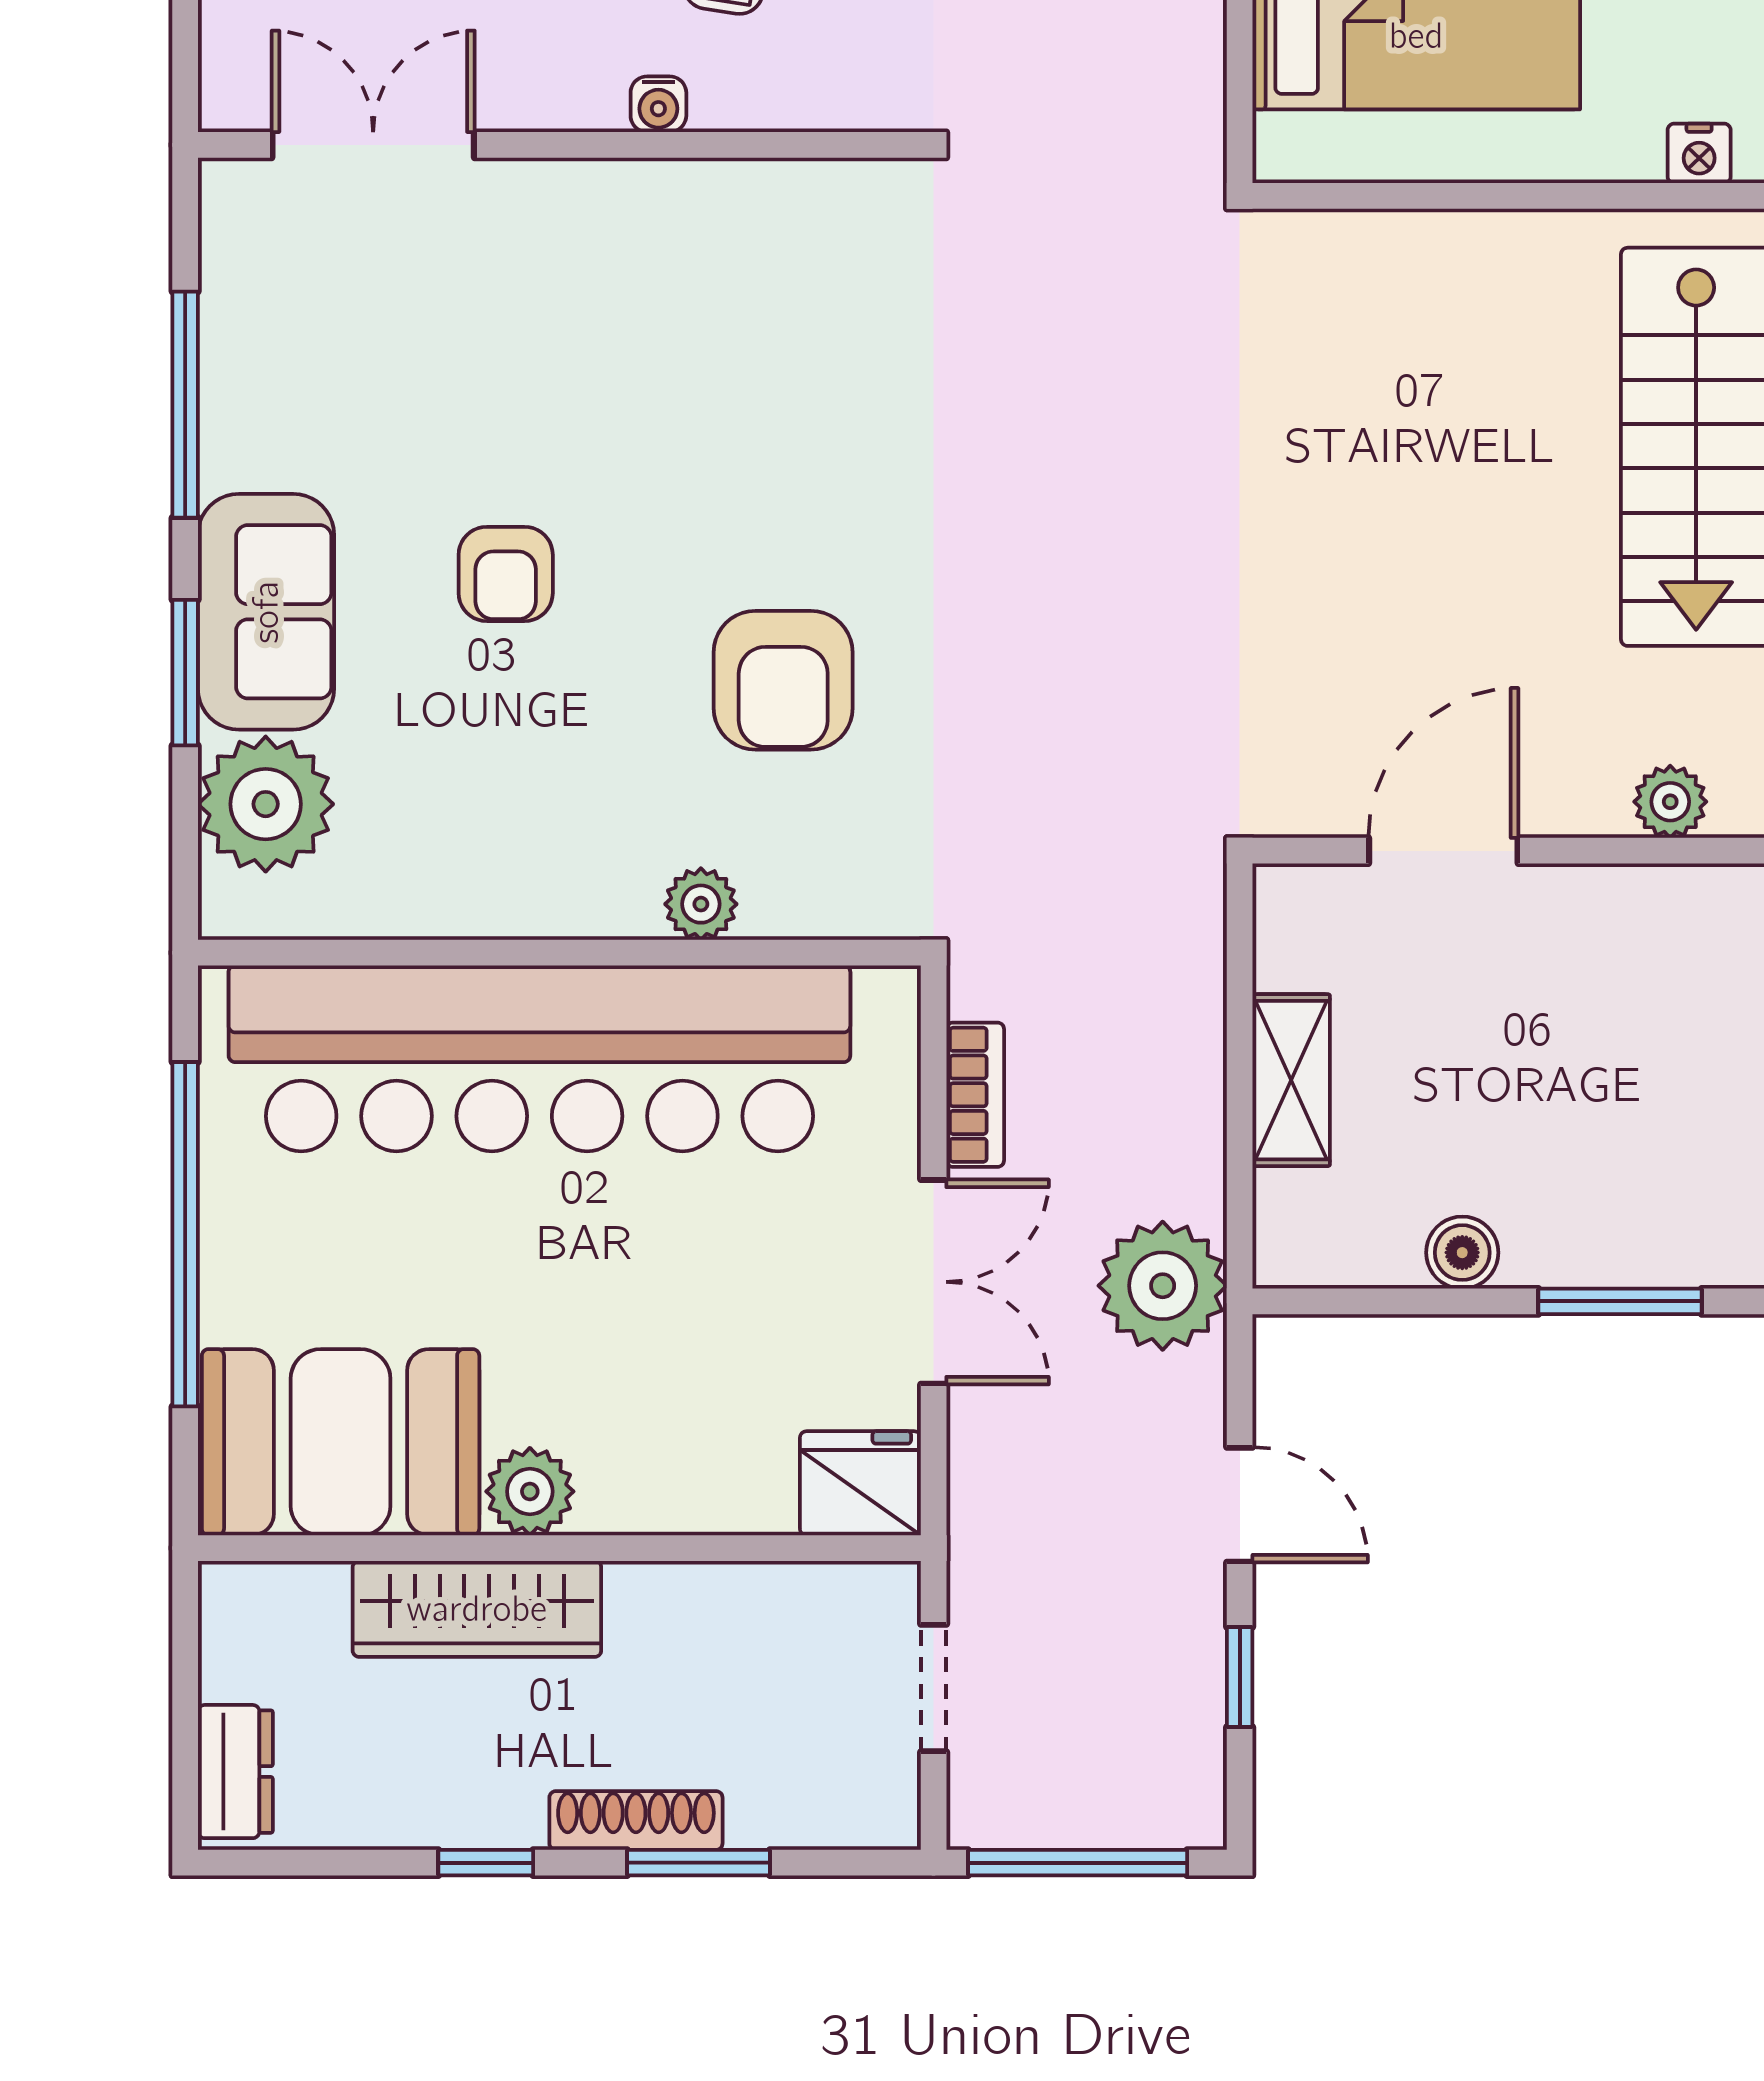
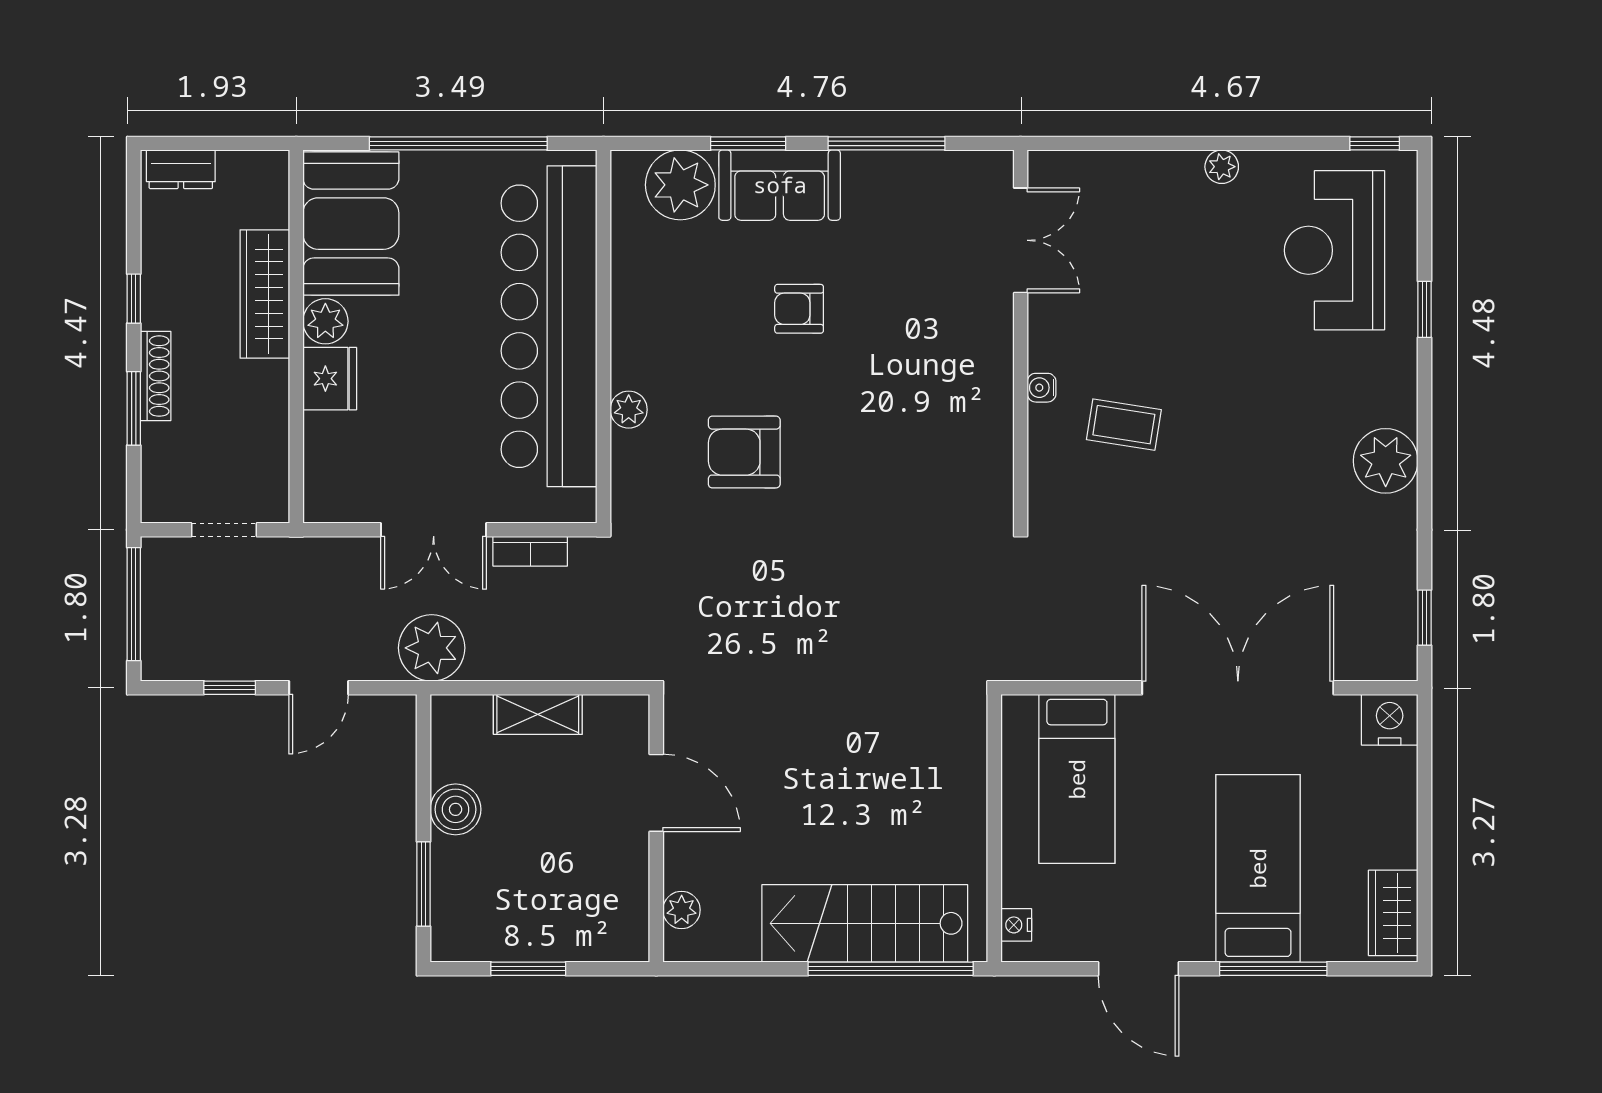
boiler: (1462, 1253) -> (456, 809), width x1.36, depth x1.36
fridge: (860, 1483) -> (330, 379), moved

